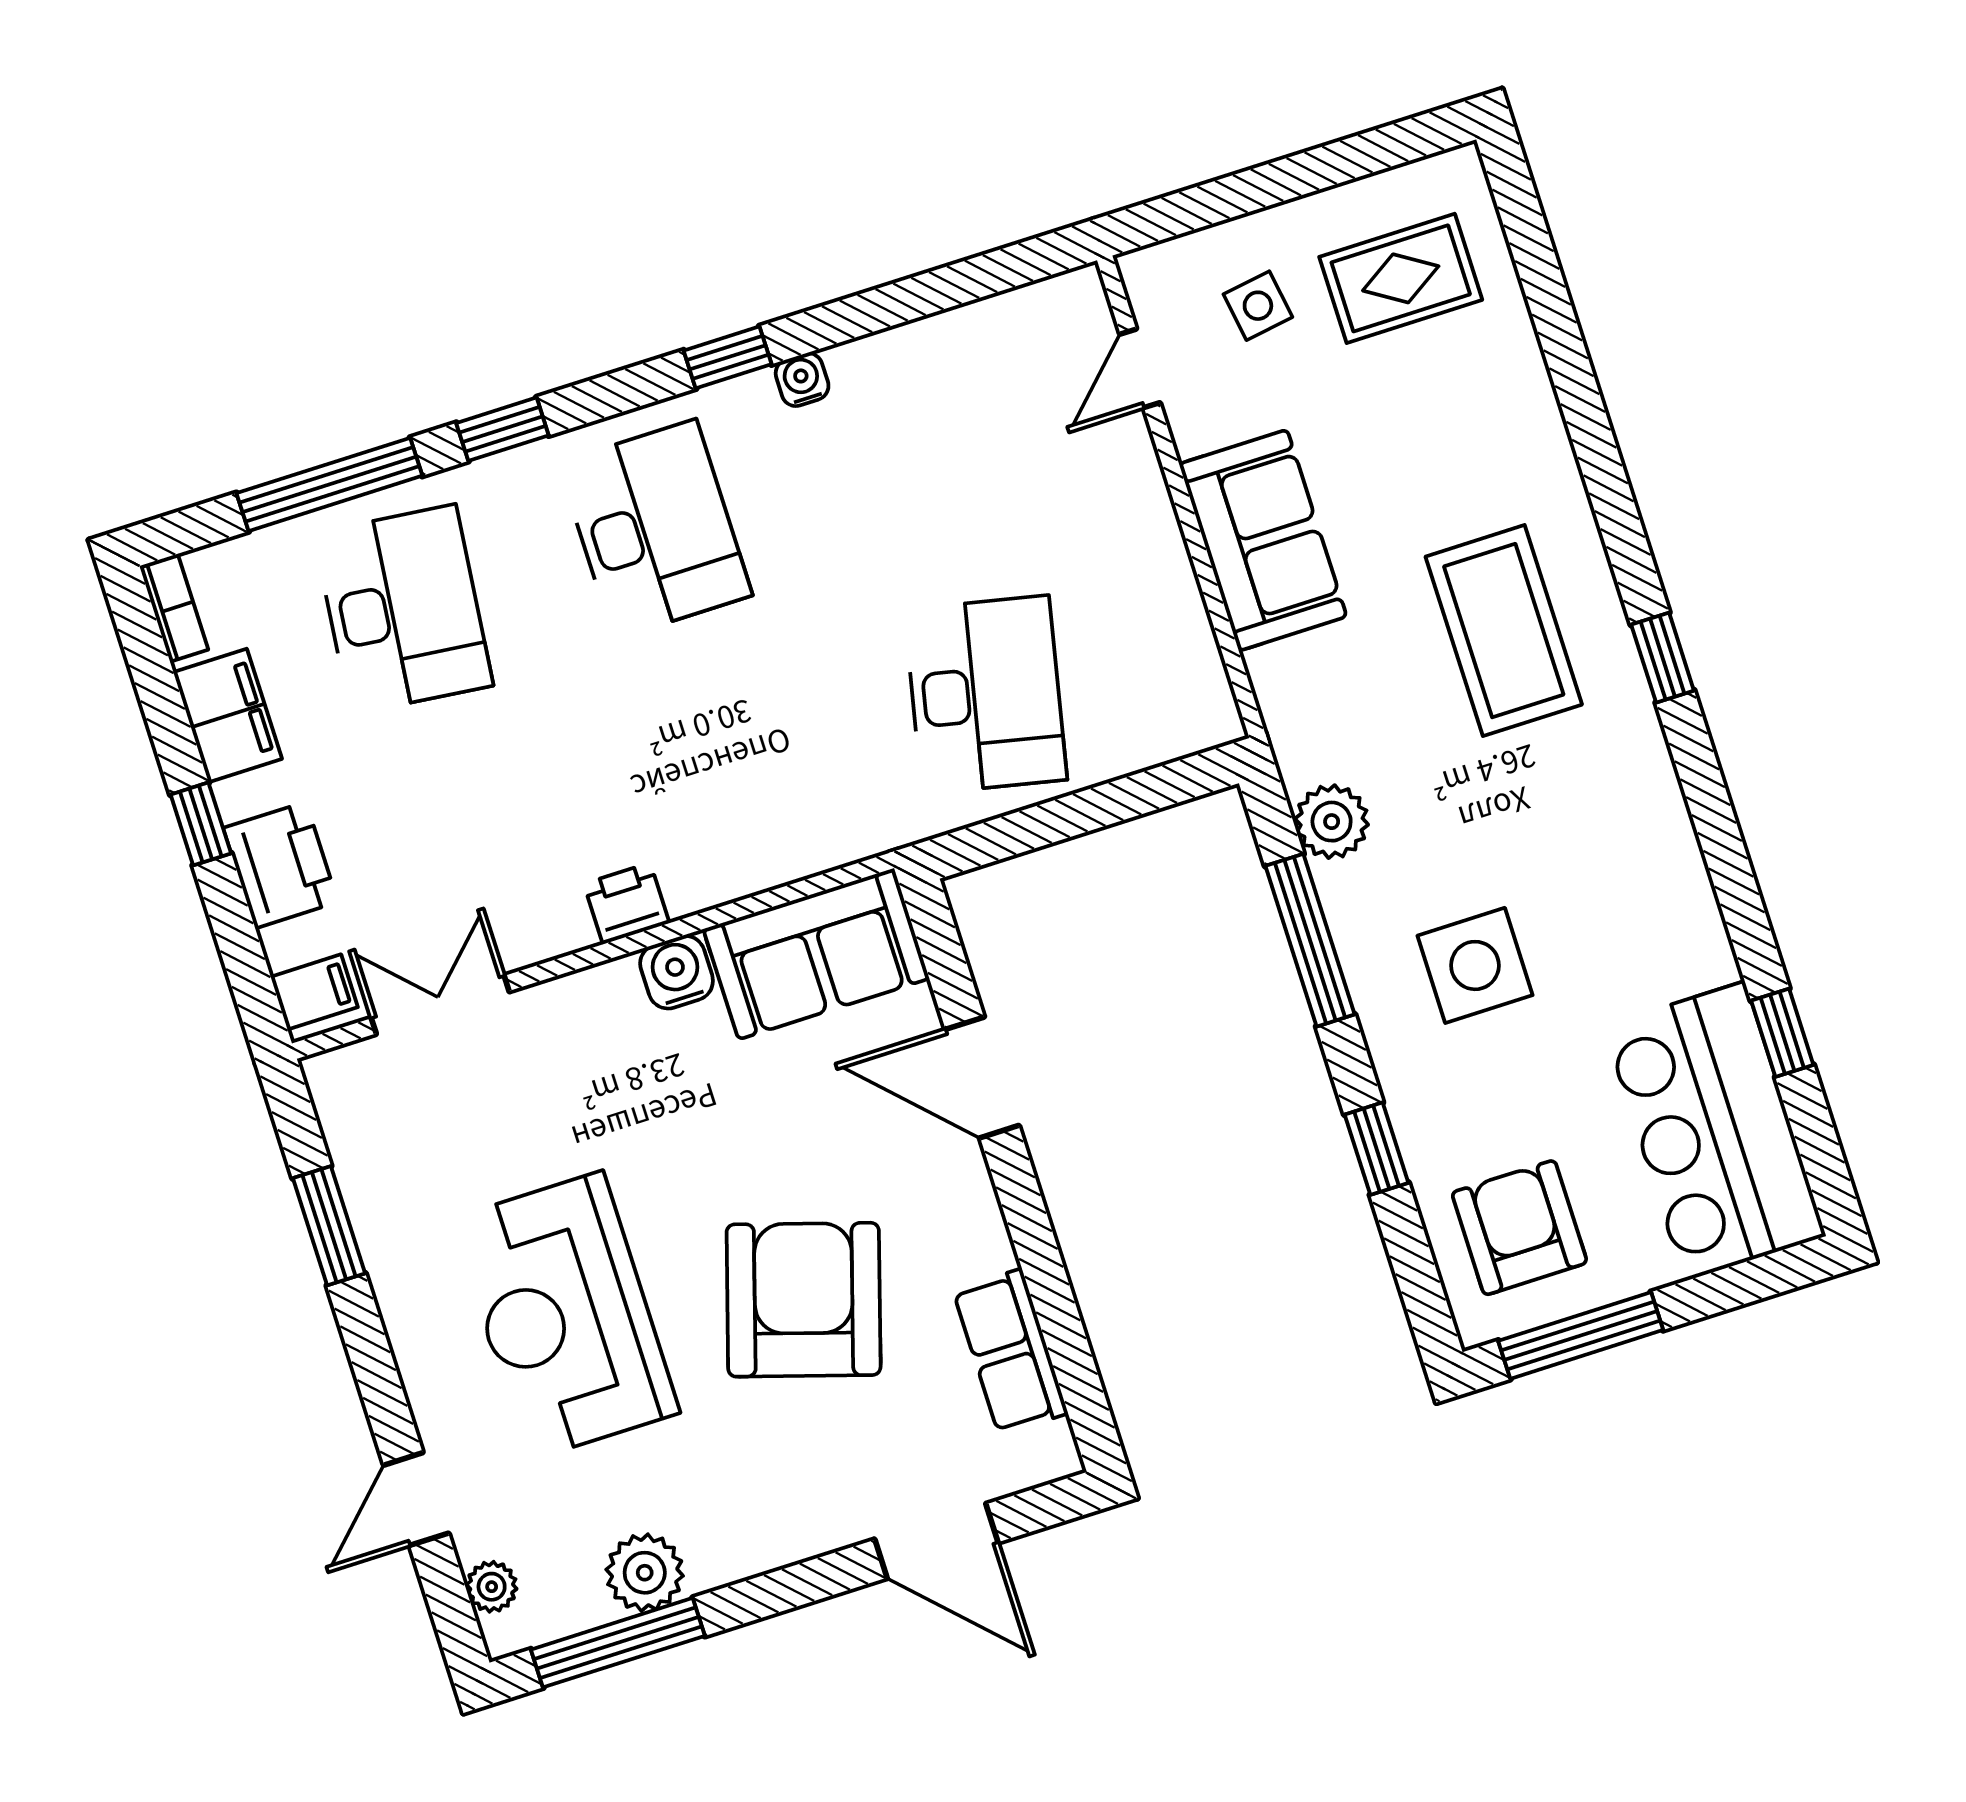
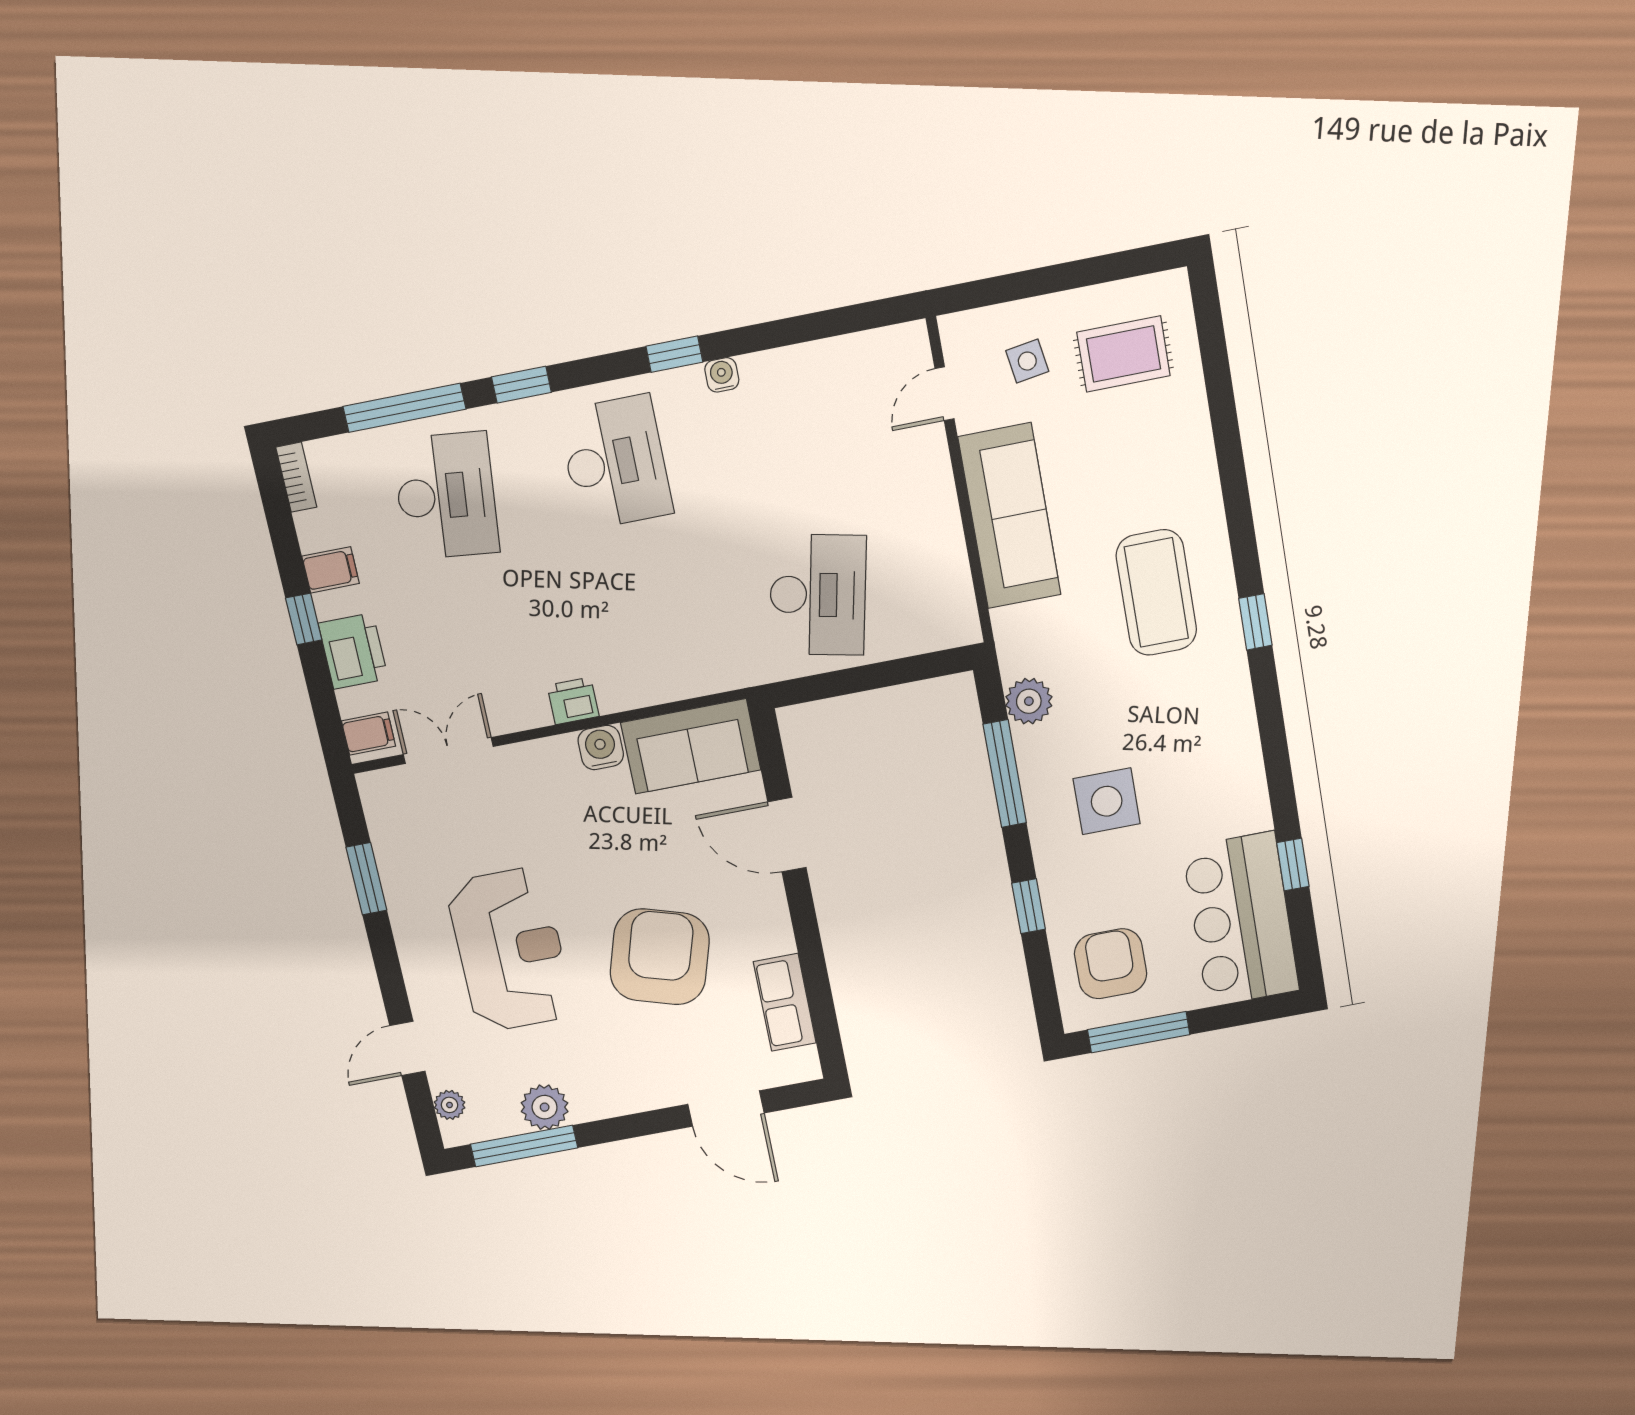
sofa: (1263, 540) -> (1010, 516), width x1.36
filing cabinet: (228, 716) -> (331, 570), width x0.50
reception desk: (565, 1316) -> (510, 950), turned 180

